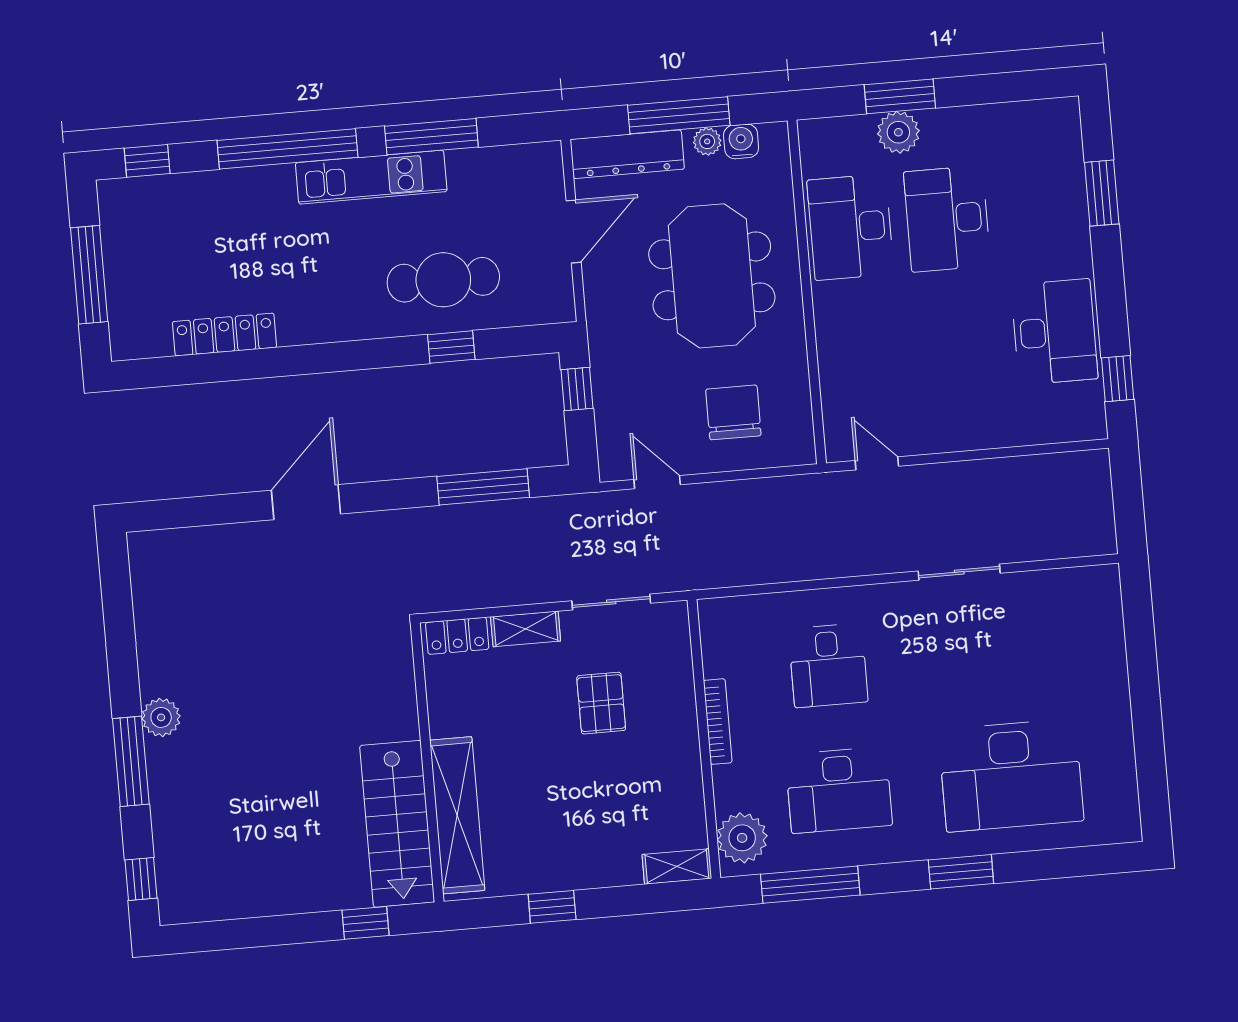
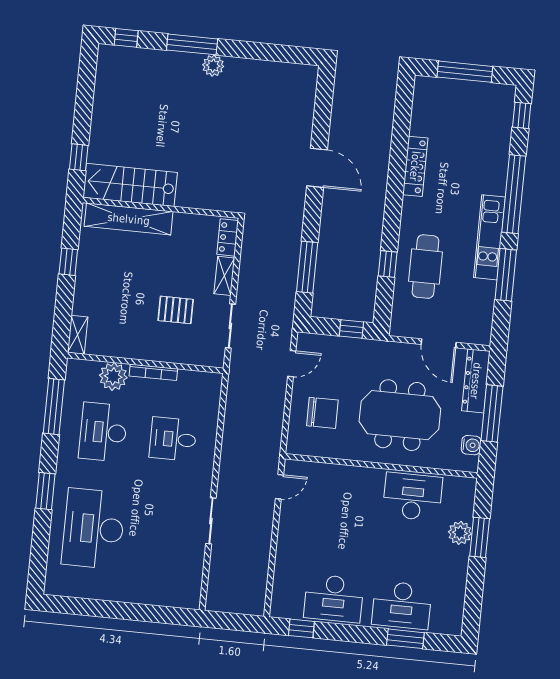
plant: (707, 141) -> (475, 426), removed
desk: (947, 219) -> (402, 605), moved, turned 180
locker: (225, 335) -> (415, 166), moved
plant: (742, 838) -> (113, 376), moved

